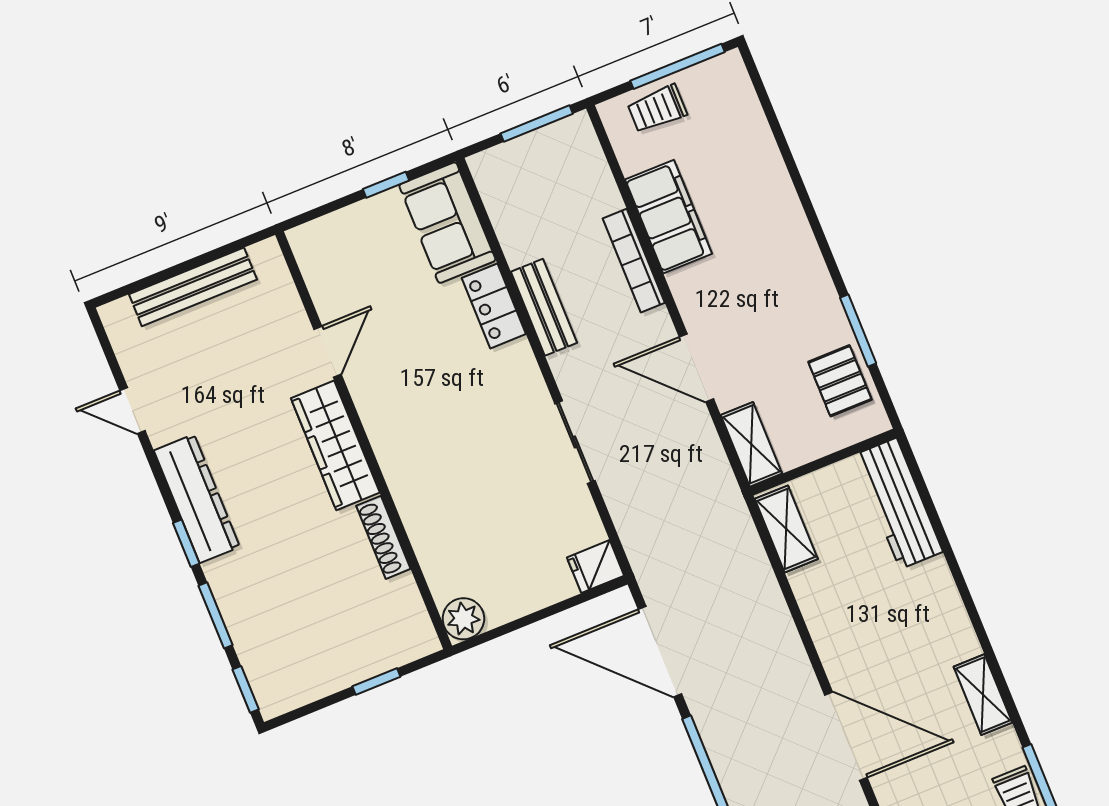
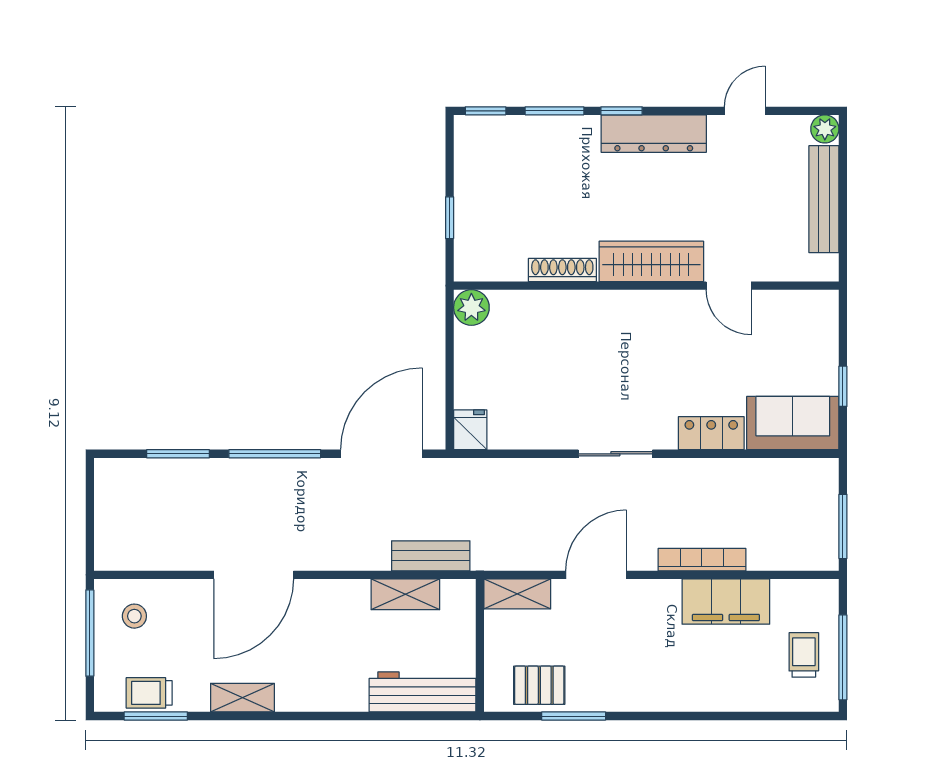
trolley: (657, 109) -> (804, 655), moved
bench: (544, 307) -> (431, 556), moved
plant: (117, 317) -> (825, 129), added
sliding door: (575, 442) -> (615, 454), moved
shelving: (786, 529) -> (405, 594), moved

